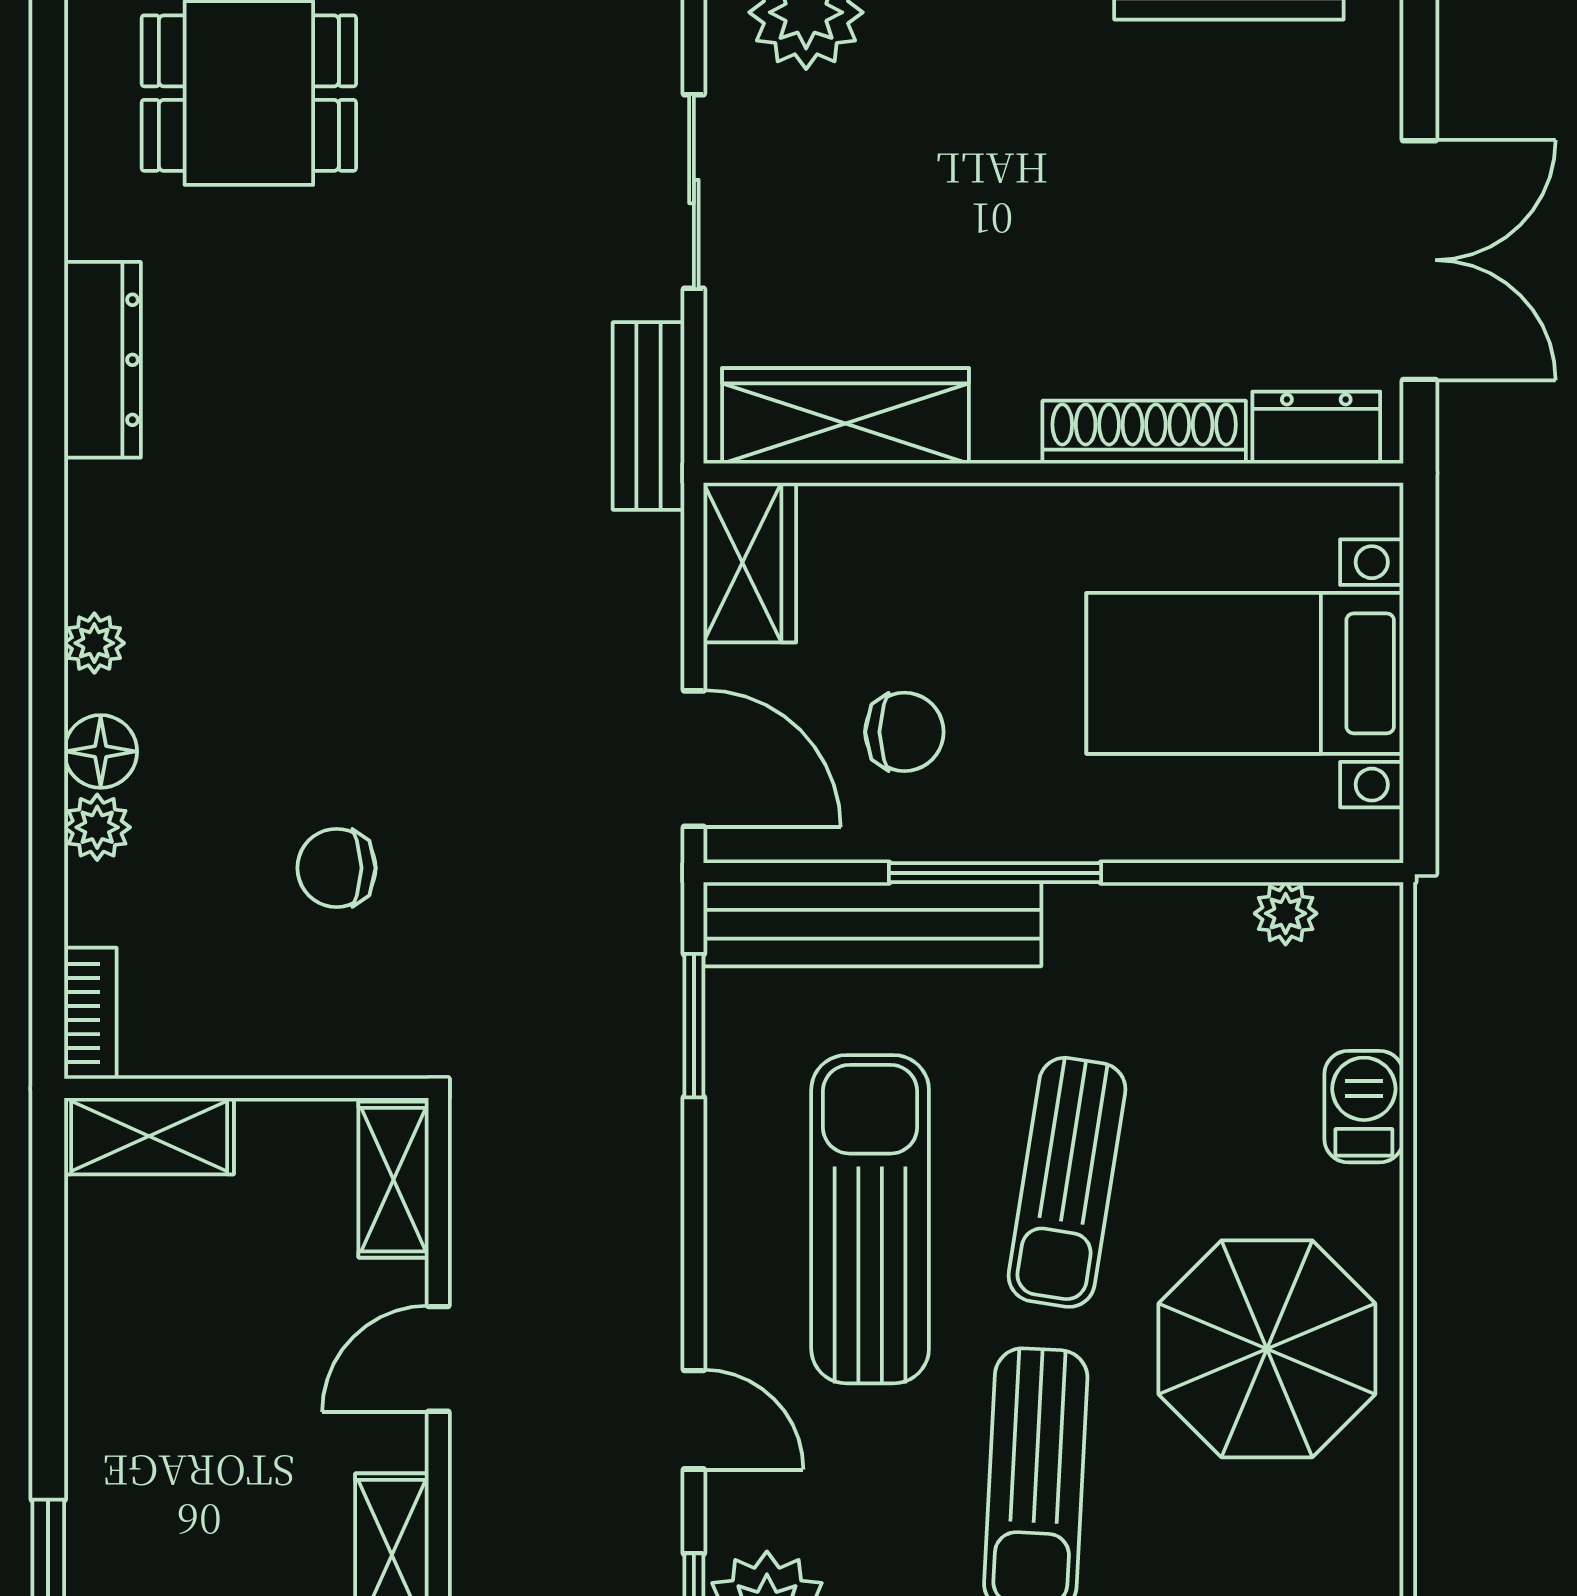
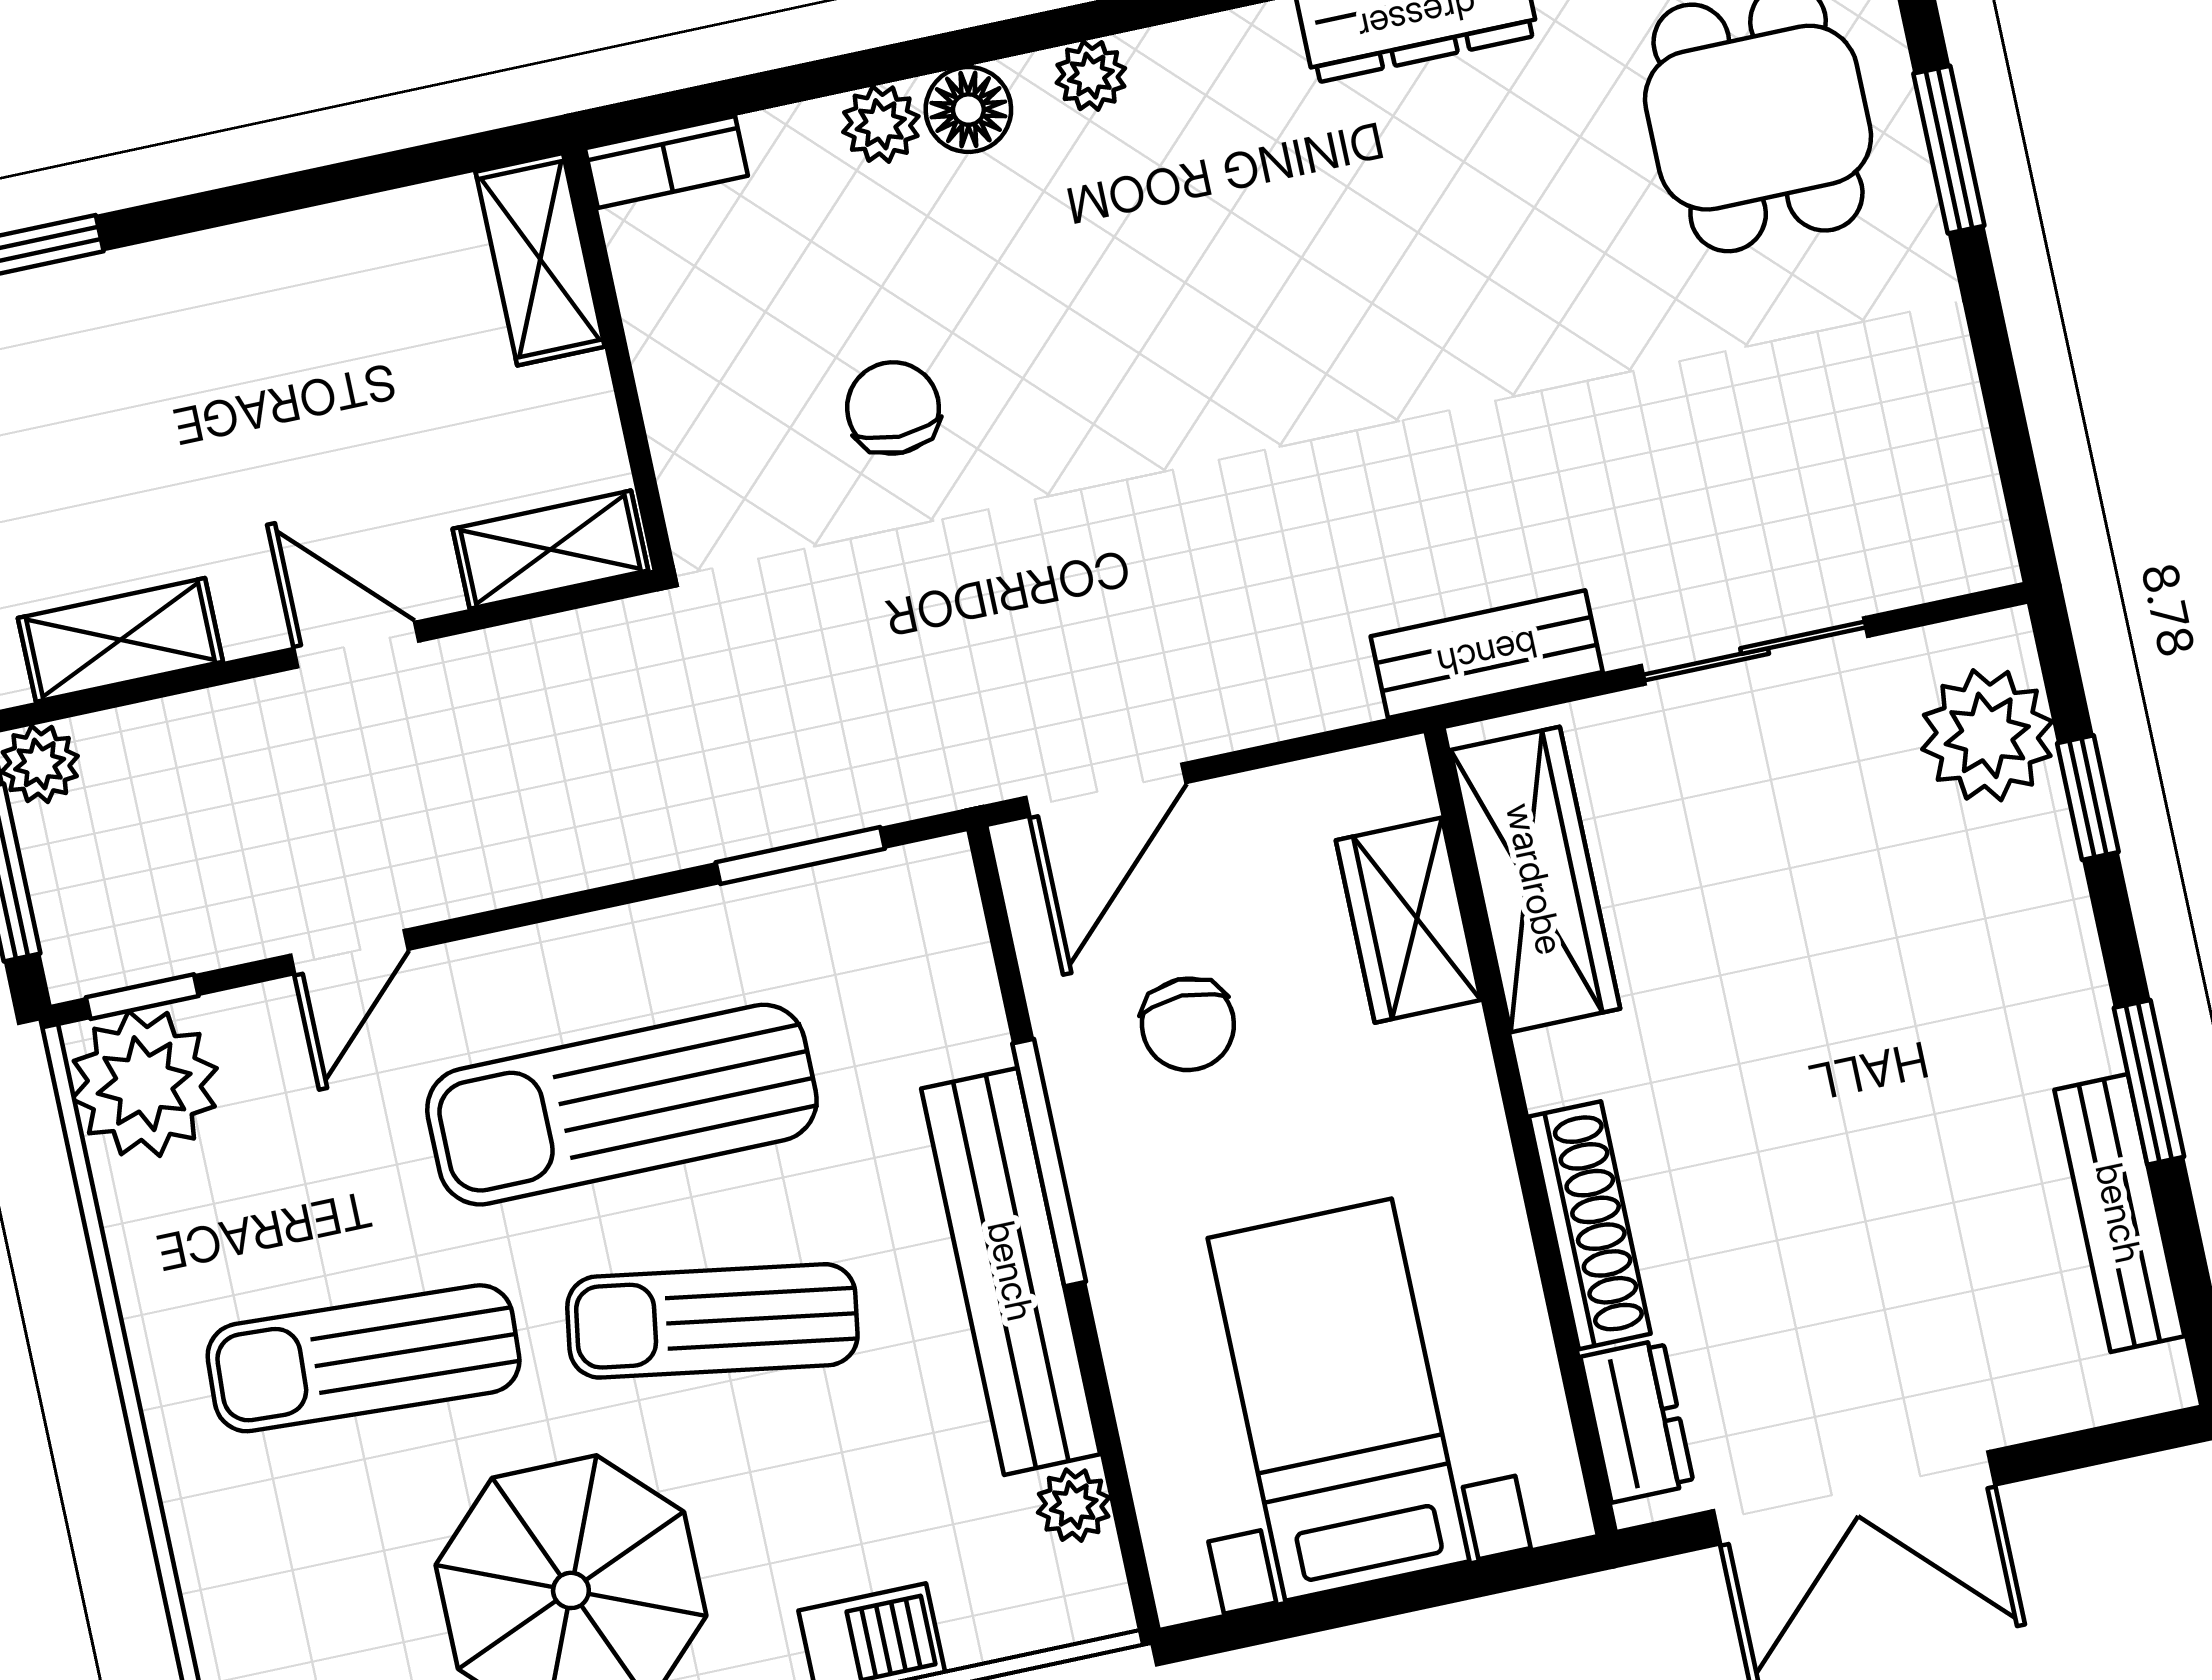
wardrobe: (750, 563) -> (1408, 920), moved, turned 90
bench: (872, 924) -> (1011, 1271), moved
sun lounger: (870, 1219) -> (622, 1105), turned 180

